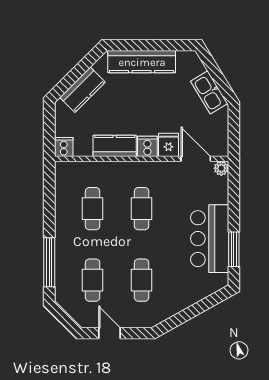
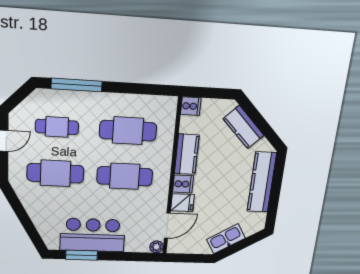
cafe table: (93, 209) -> (128, 131), width x1.37, depth x1.35
cafe table: (142, 209) -> (125, 176), width x1.37, depth x1.35
cafe table: (142, 280) -> (55, 173), width x1.37, depth x1.35

